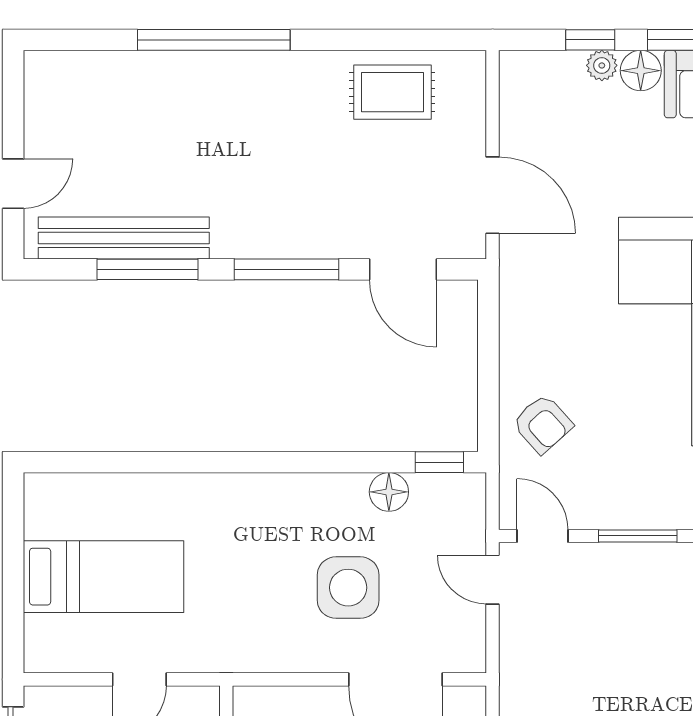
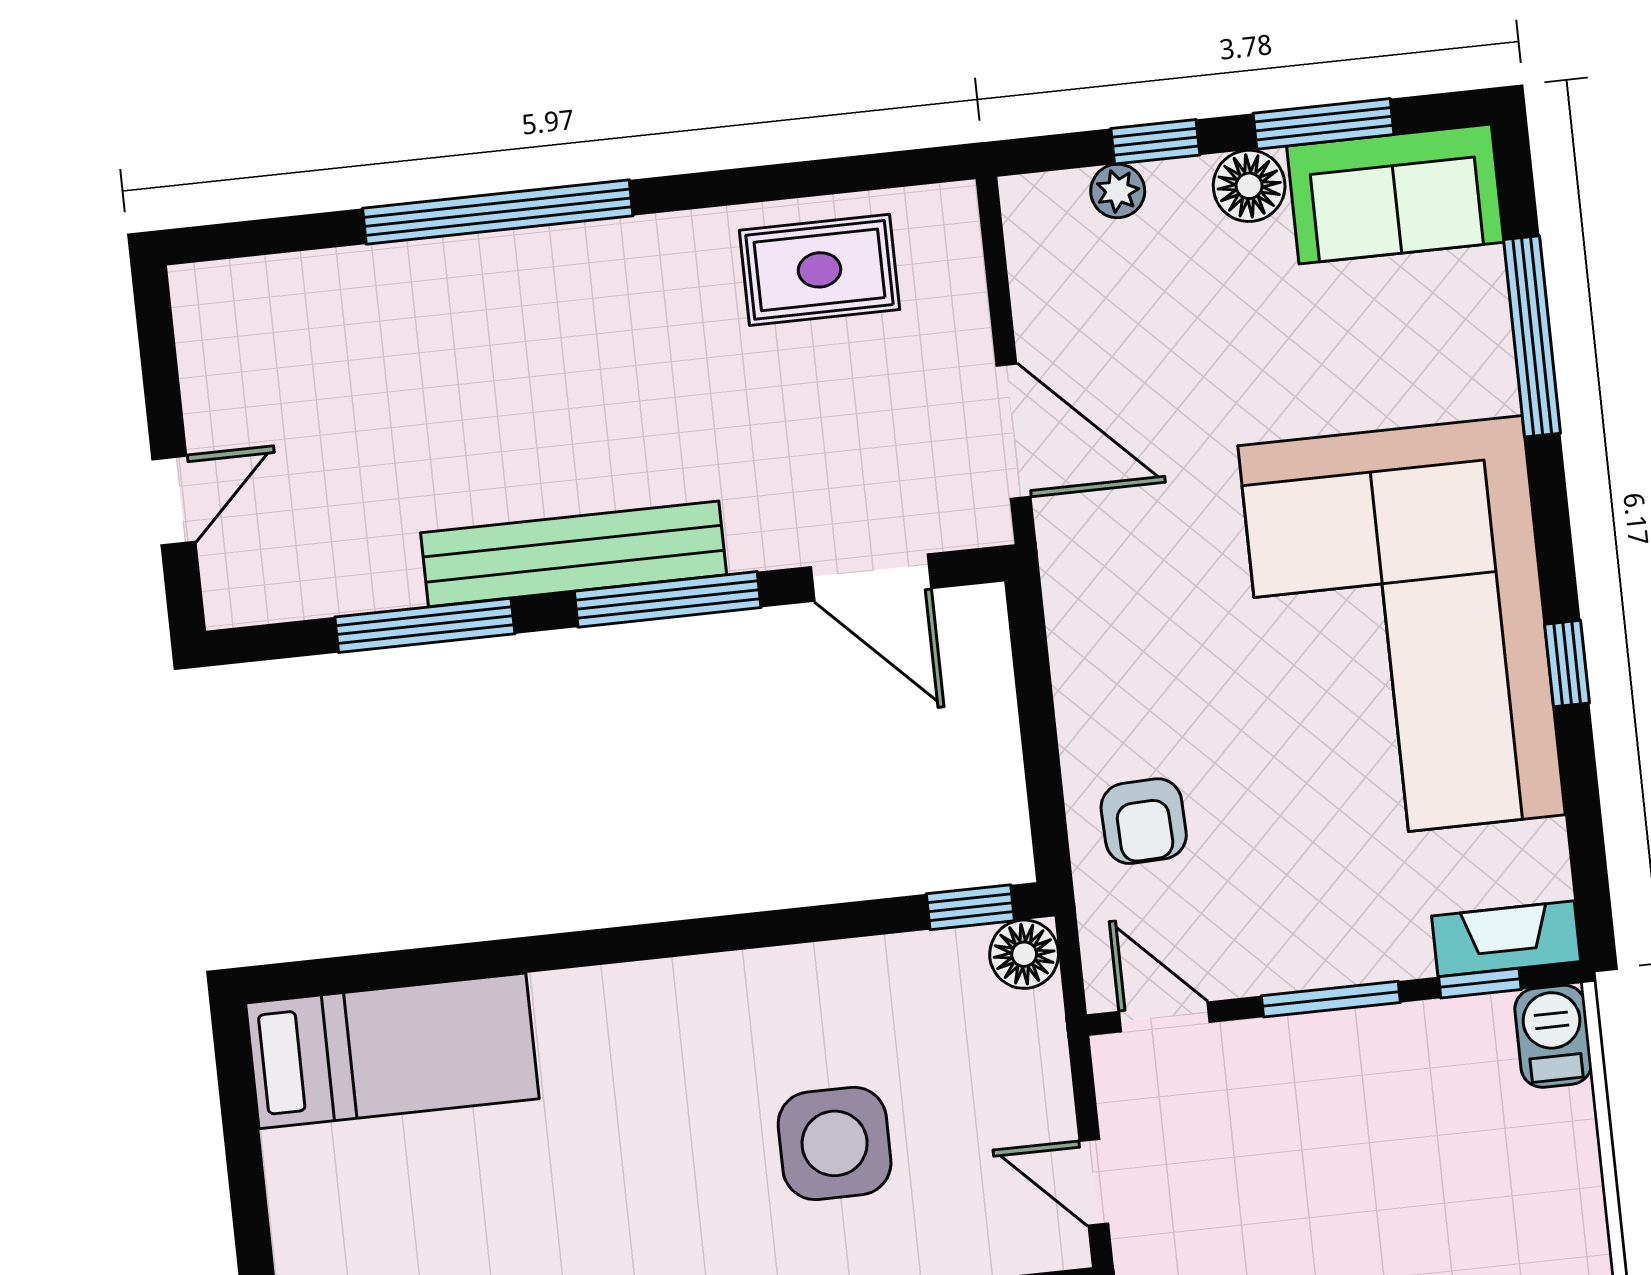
plant: (602, 65) -> (1118, 191), moved
bench: (124, 238) -> (574, 554), moved
armchair: (543, 424) -> (1144, 821), turned 40
floor lamp: (389, 492) -> (1024, 954), moved
bed: (103, 577) -> (392, 1051), moved
door: (493, 580) -> (1094, 1182), moved

